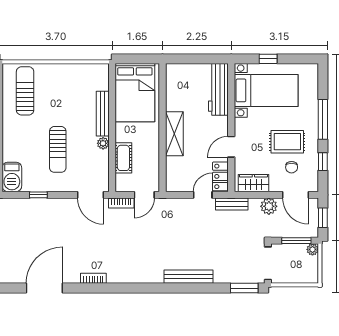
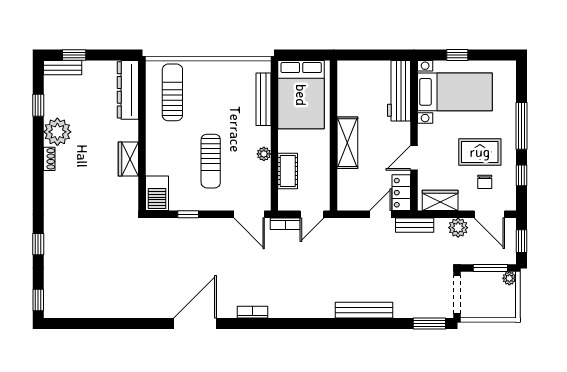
bench: (103, 114) -> (263, 99), moved

